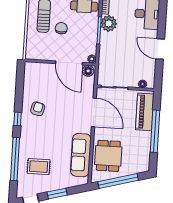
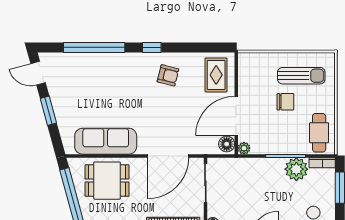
rug: (39, 167) -> (216, 75), moved

